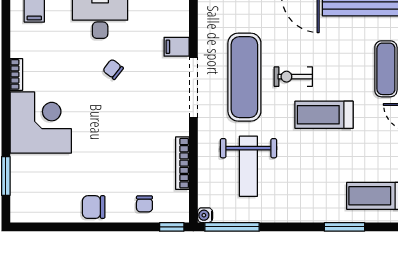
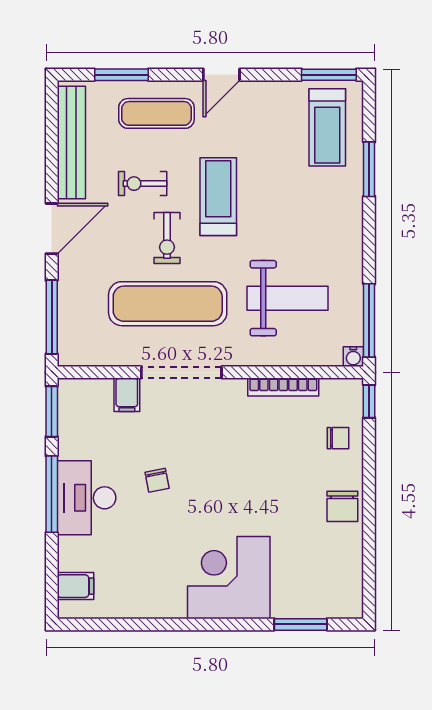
exercise bike: (334, 59) -> (143, 184), added
chair: (113, 69) -> (157, 480), turned -49
bookcase: (16, 74) -> (164, 610), removed
treadmill: (324, 115) -> (218, 197), turned 180

